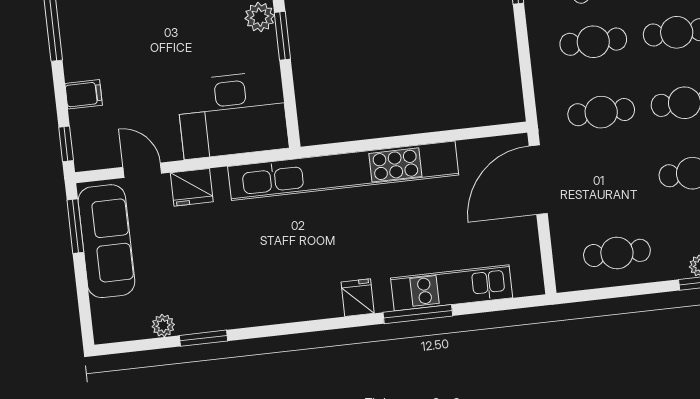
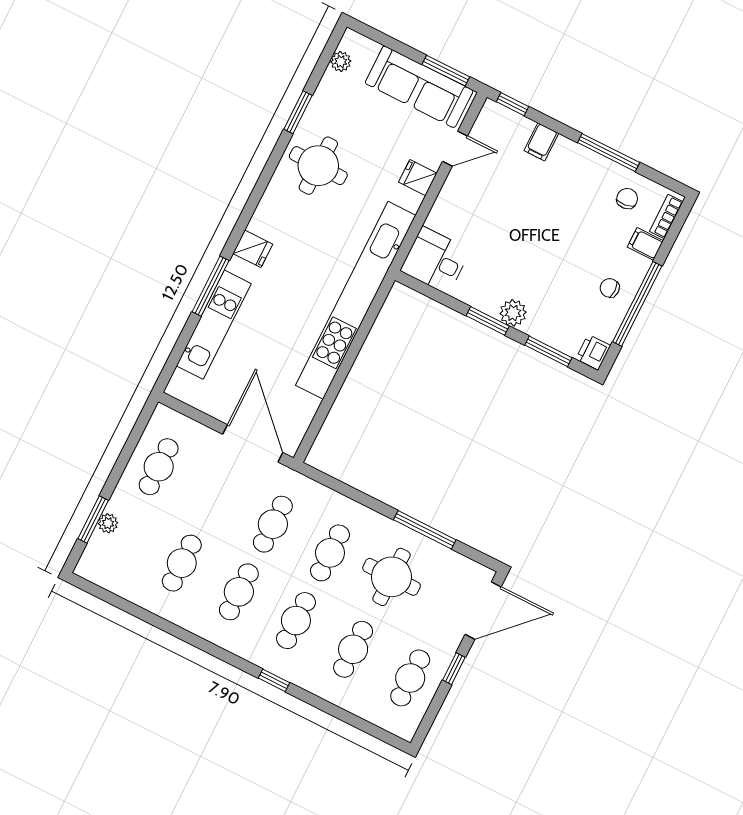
desk: (232, 115) -> (435, 260), width x0.53, depth x0.77
fridge: (192, 187) -> (418, 178), width x0.72
round table: (241, 287) -> (318, 166), added
plant: (163, 326) -> (341, 61), moved

